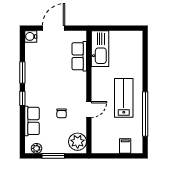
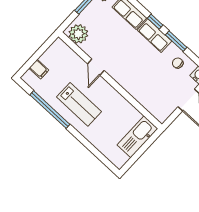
kitchen sink: (100, 49) -> (138, 137), moved, turned 90
row of seats: (79, 56) -> (154, 36), moved, turned 180
chair: (62, 113) -> (178, 63), moved

